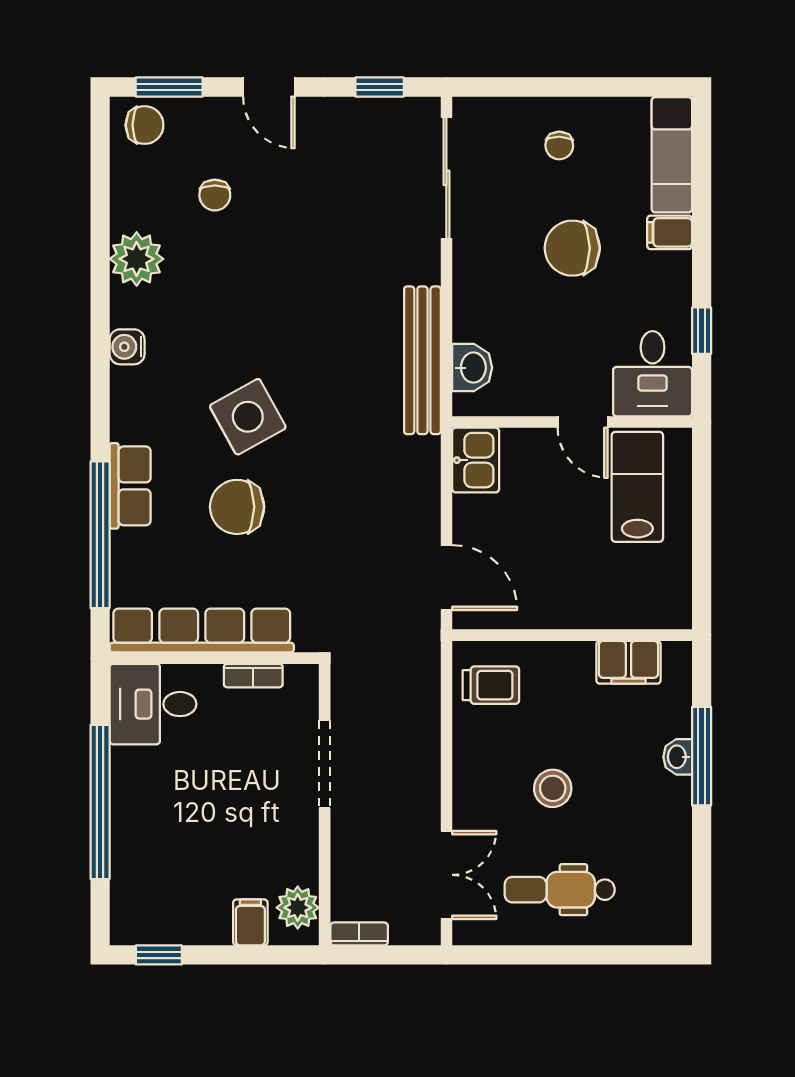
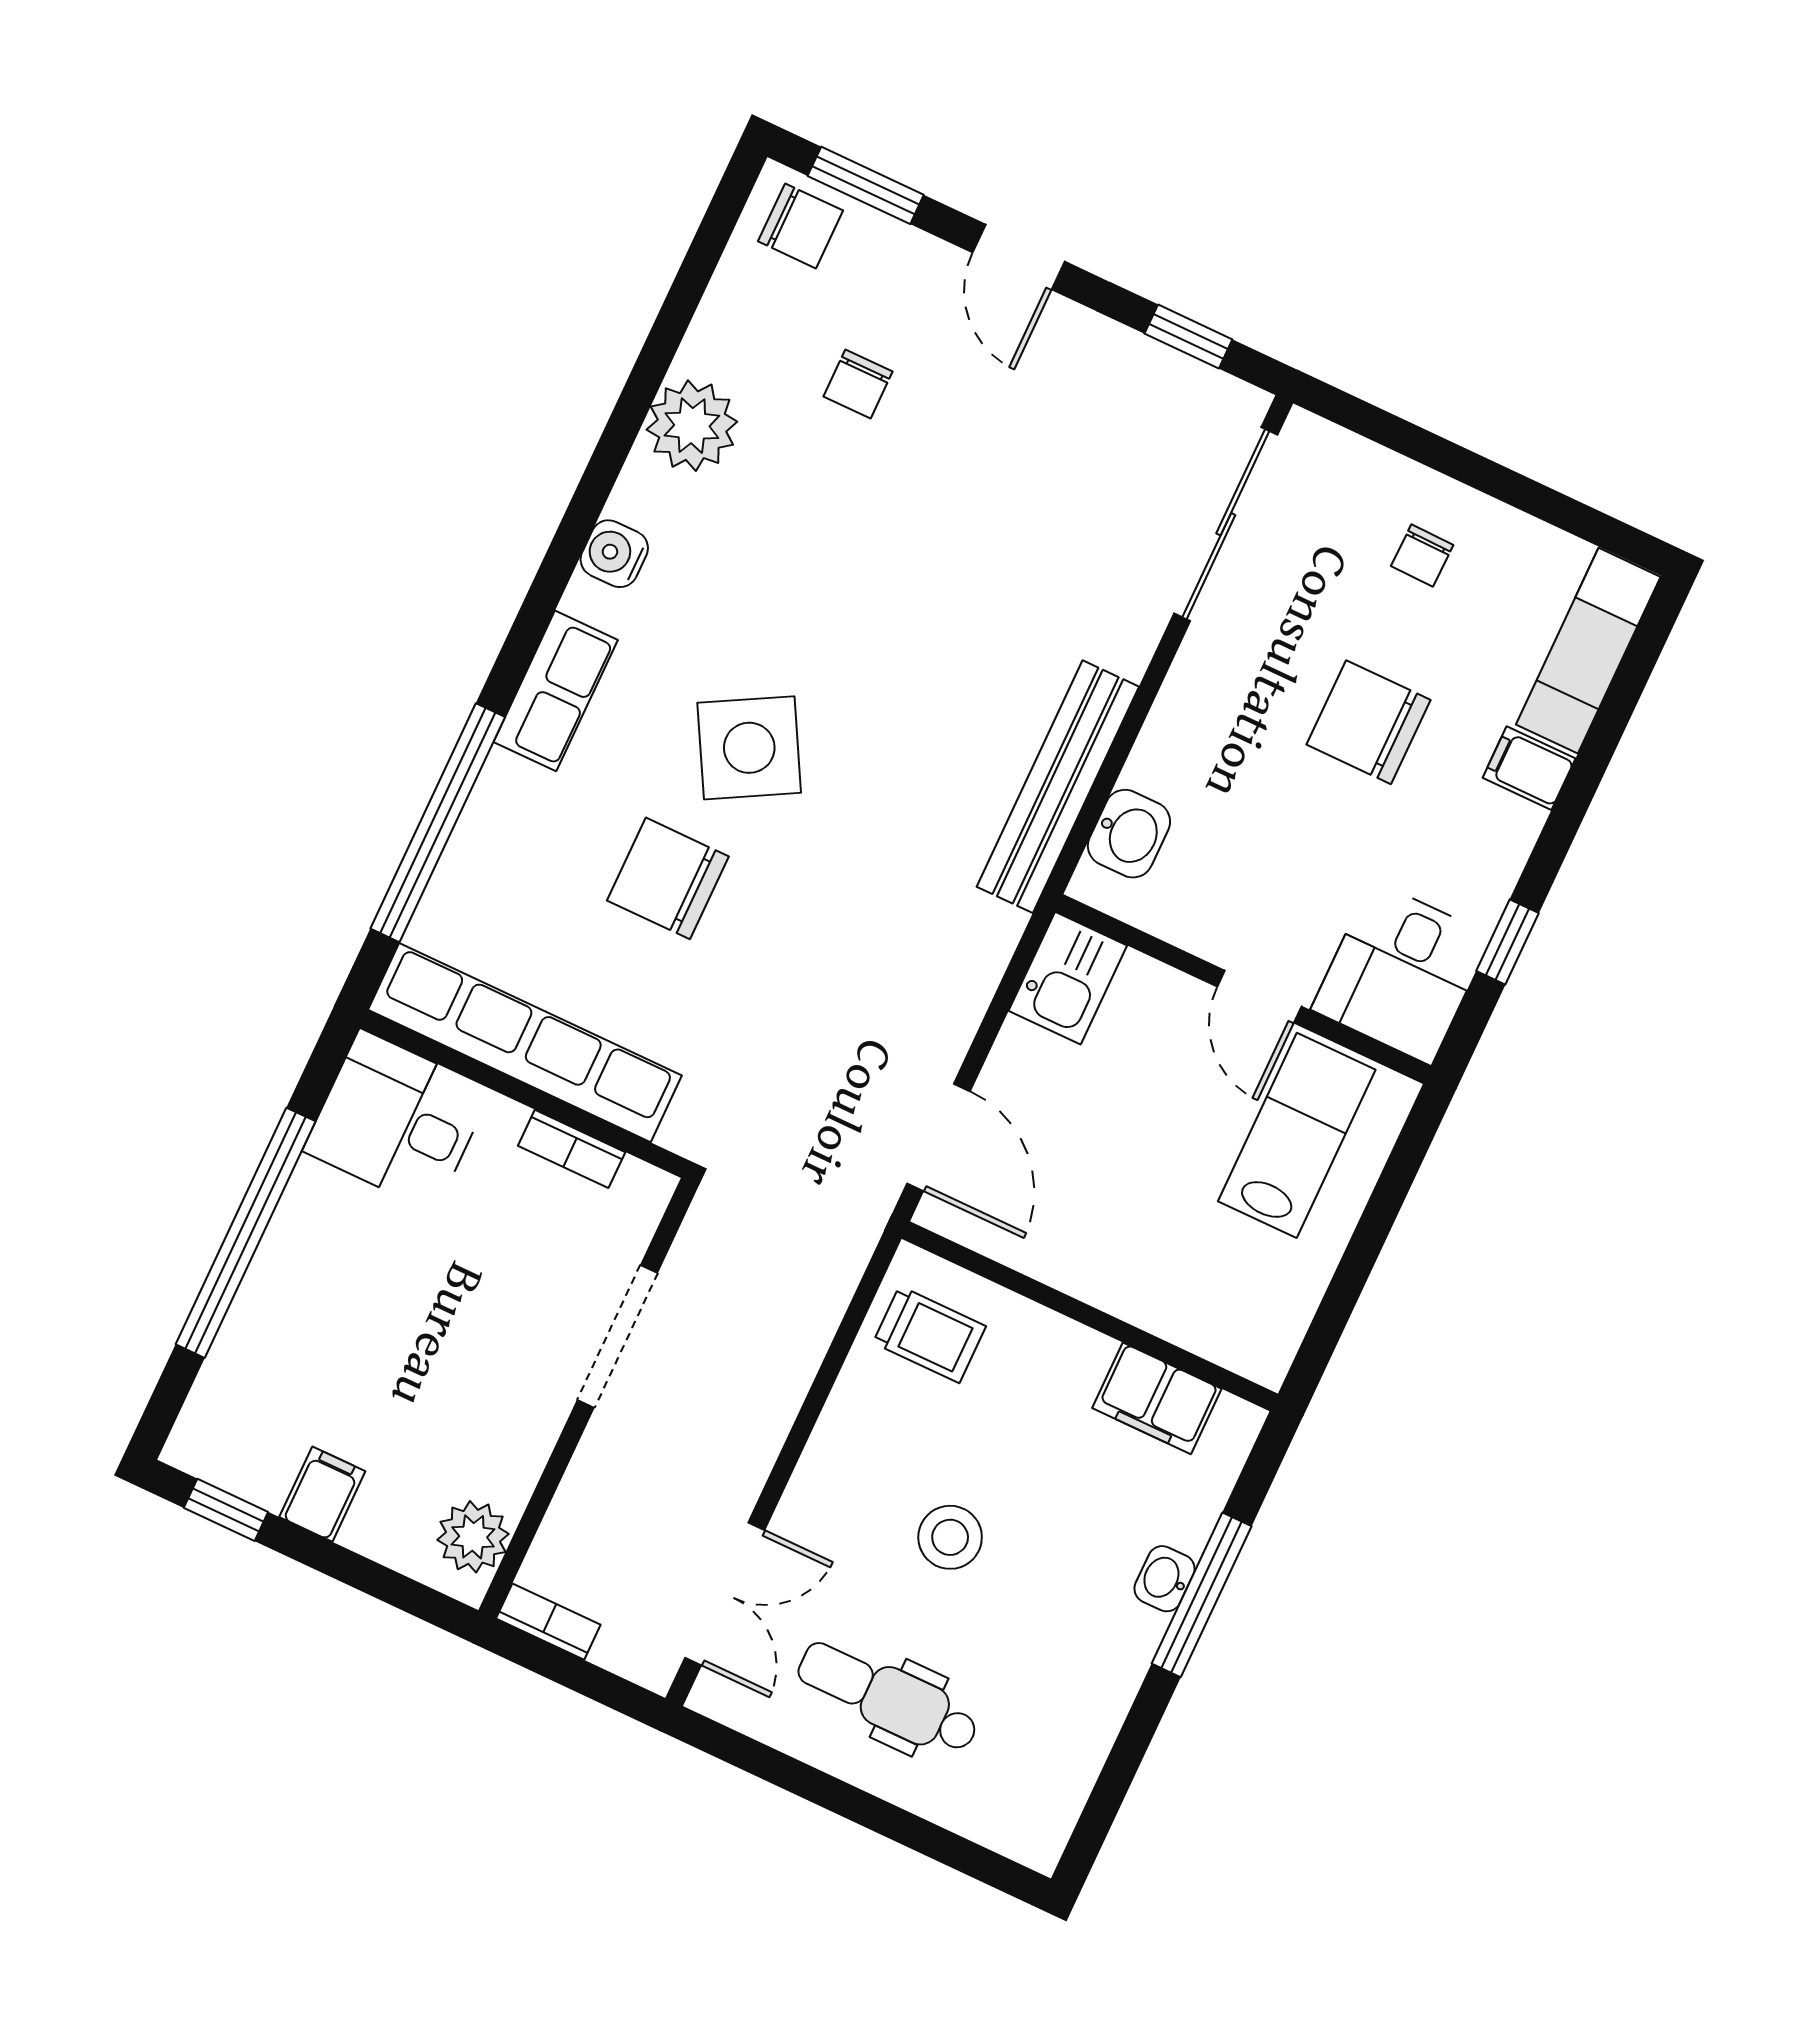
row of seats: (130, 486) -> (556, 691), moved
filing cabinet: (250, 922) -> (322, 1494), moved

